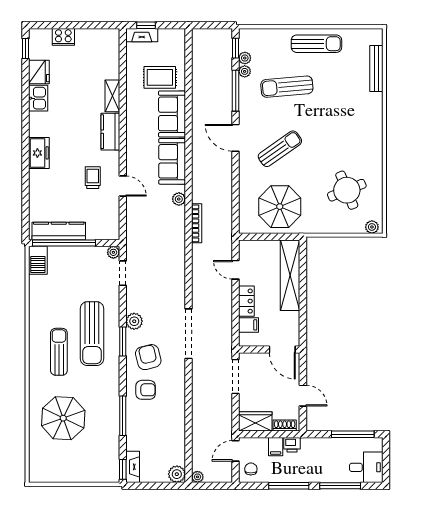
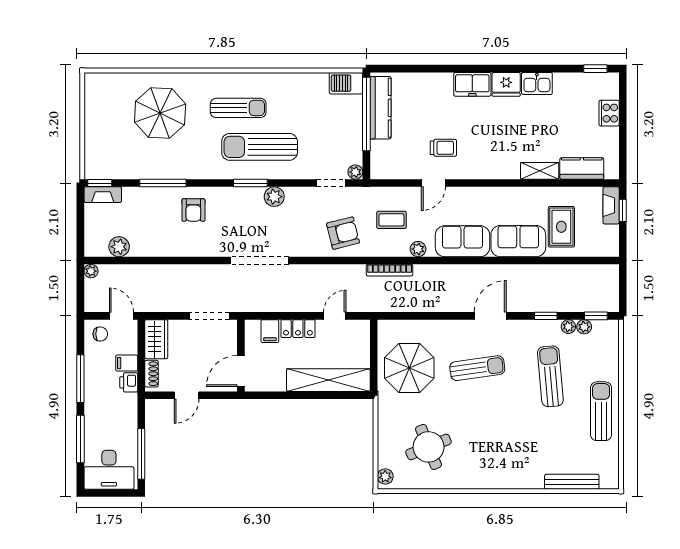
sun lounger: (316, 44) -> (601, 411), turned 180
fridge: (39, 72) -> (506, 84), moved
window: (236, 91) -> (546, 316), width x0.46
kitchen counter: (110, 132) -> (582, 168), moved
sun lounger: (280, 149) -> (477, 368), turned -63
coffee table: (154, 222) -> (391, 220), added
armchair: (148, 357) -> (343, 233), moved
desk: (366, 467) -> (109, 470), width x1.37
plant: (177, 474) -> (119, 247), moved

